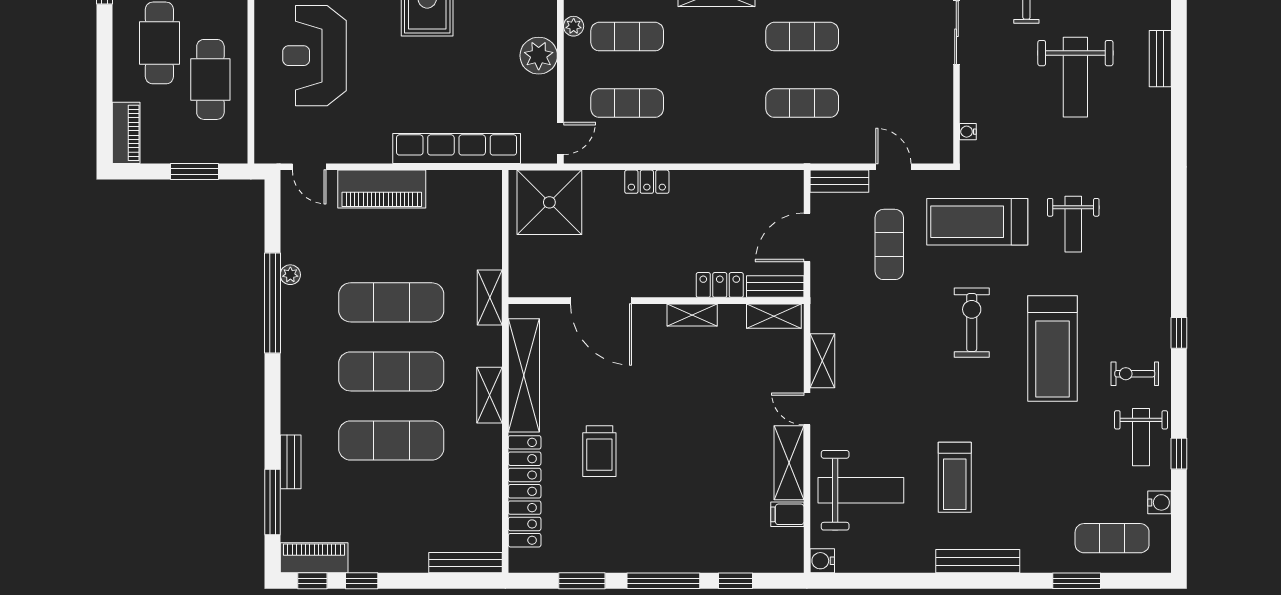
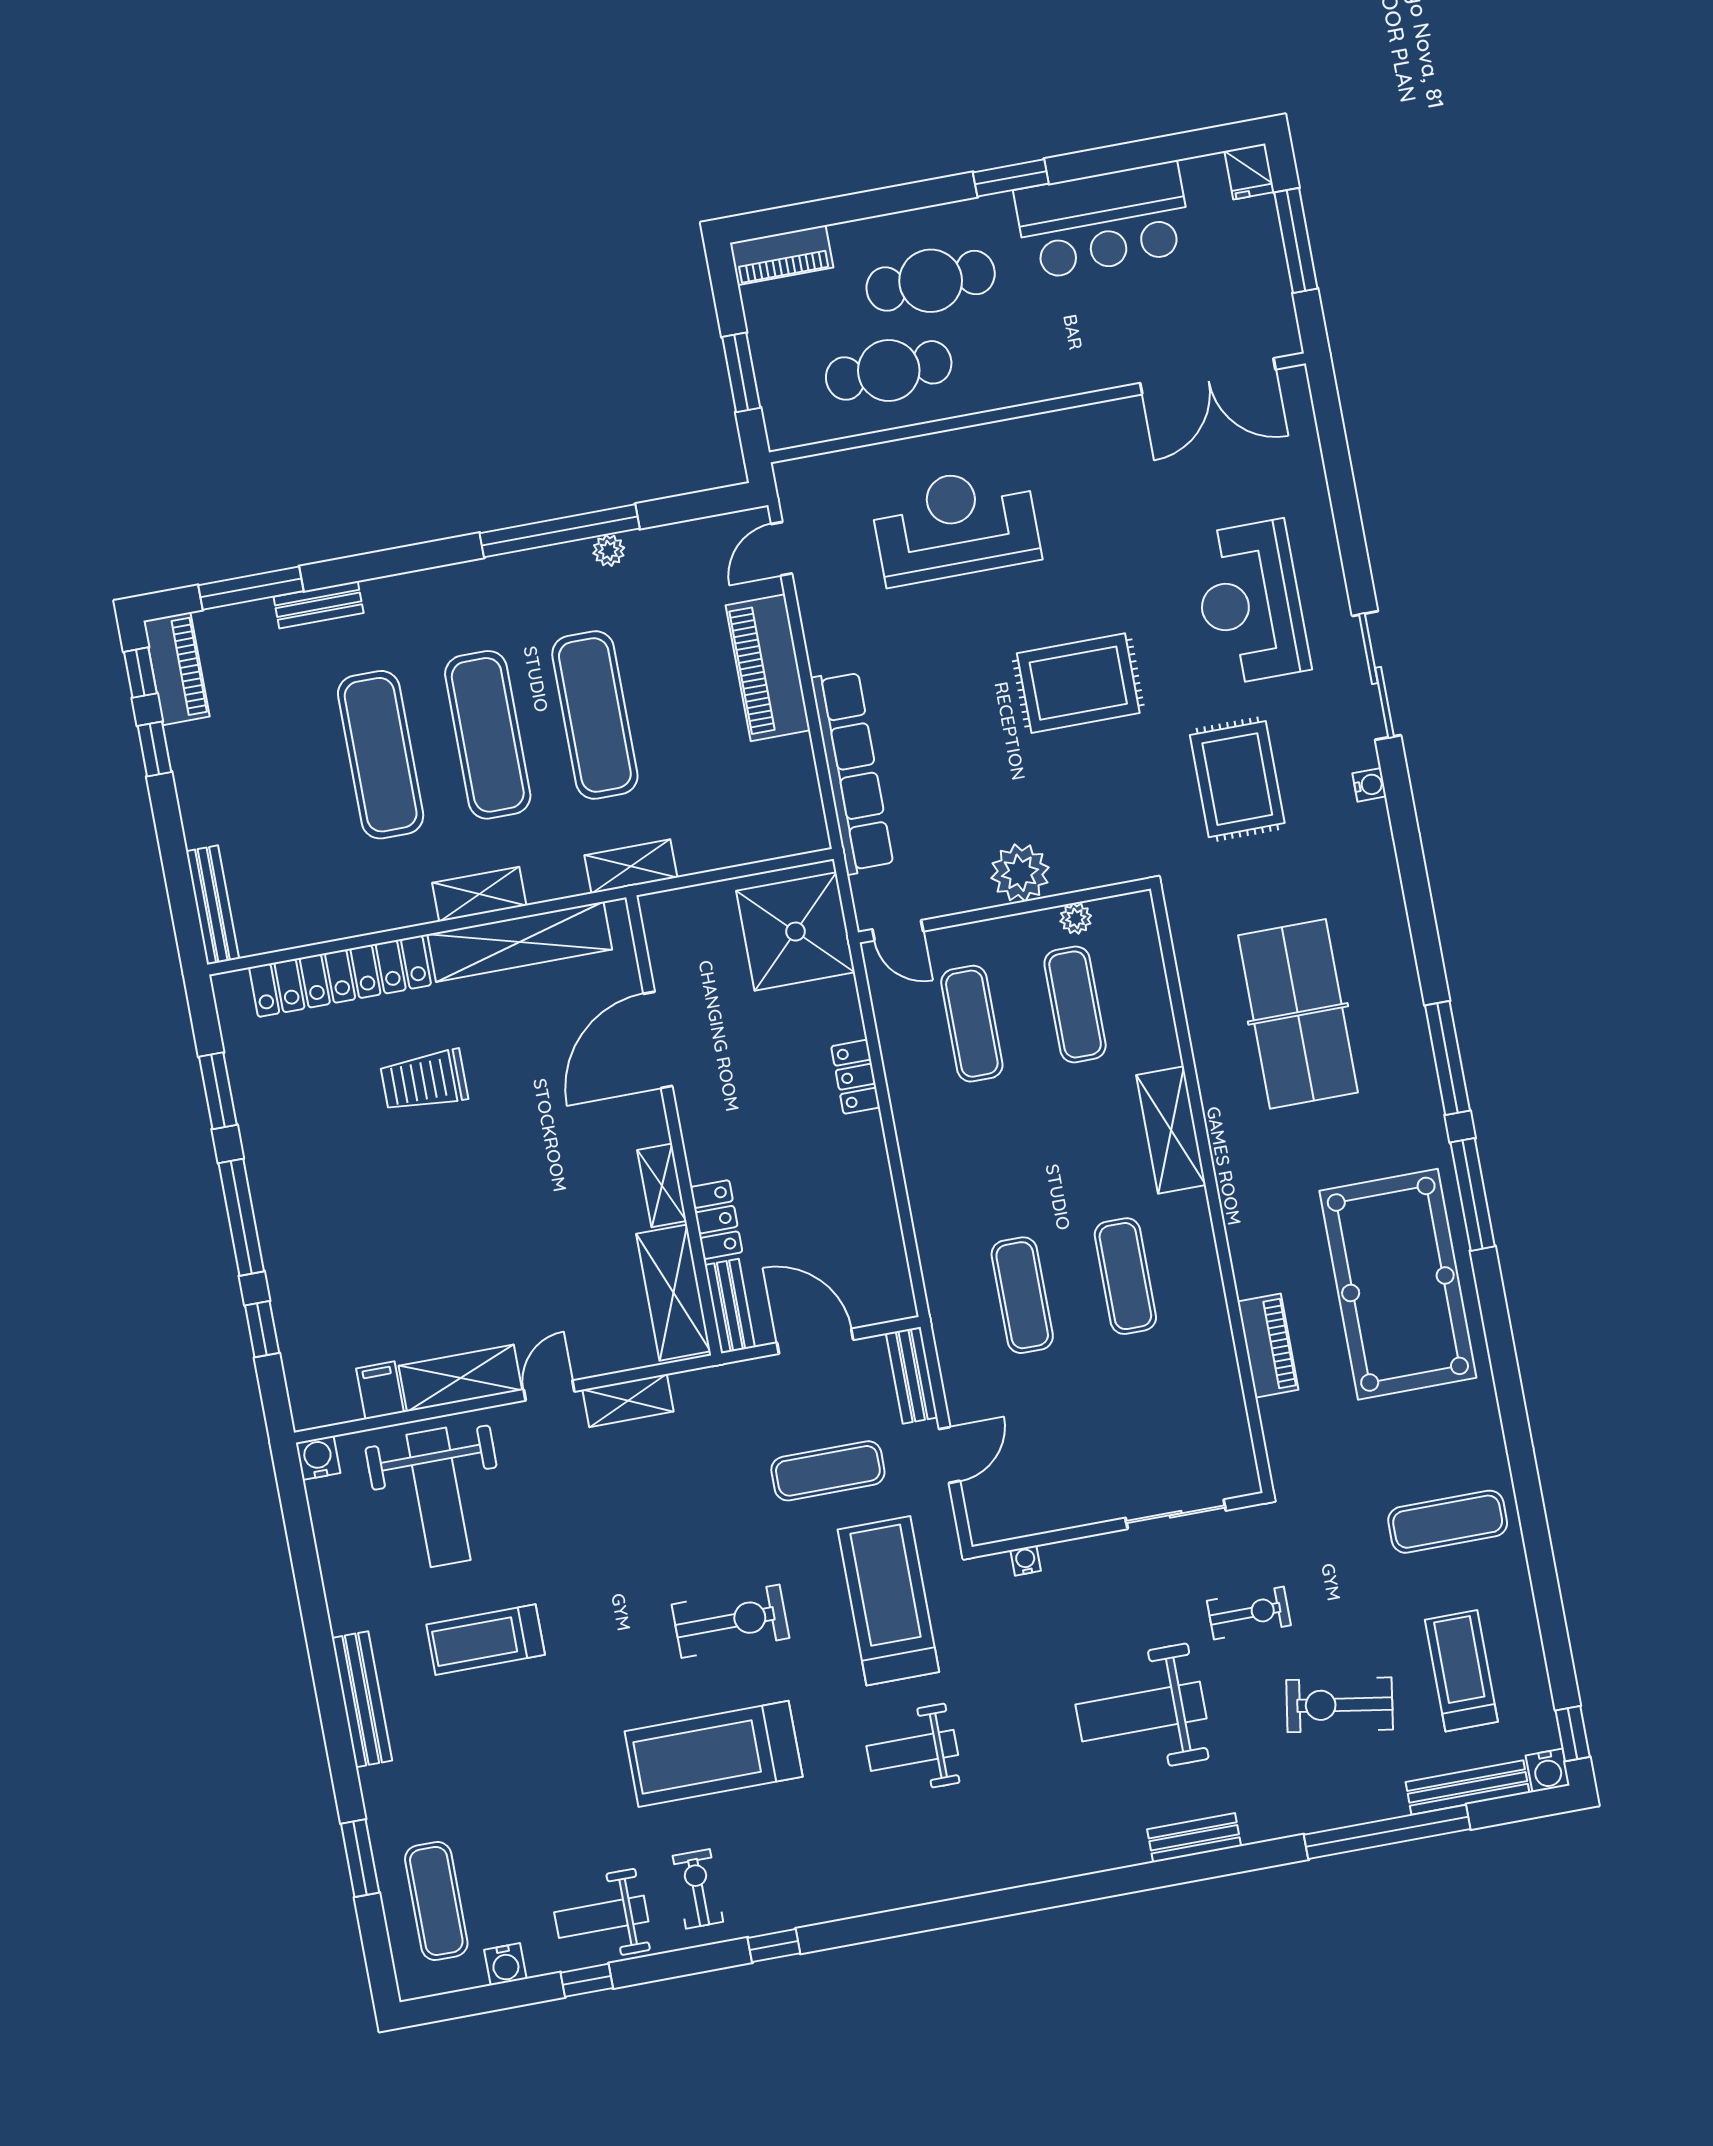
shelving: (774, 316) -> (673, 1293), width x1.50, depth x1.33

